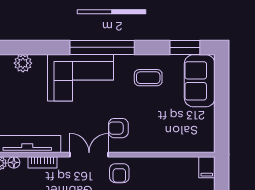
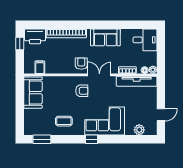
window: (102, 47) -> (92, 139), width x0.32
sofa: (200, 81) -> (33, 93), moved
double door: (89, 155) -> (99, 75), swing flipped
filing cabinet: (207, 167) -> (40, 67), moved

